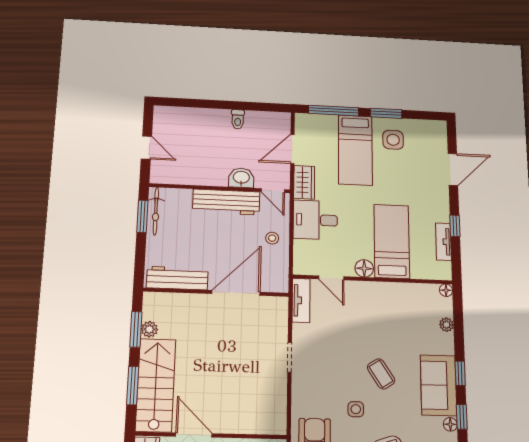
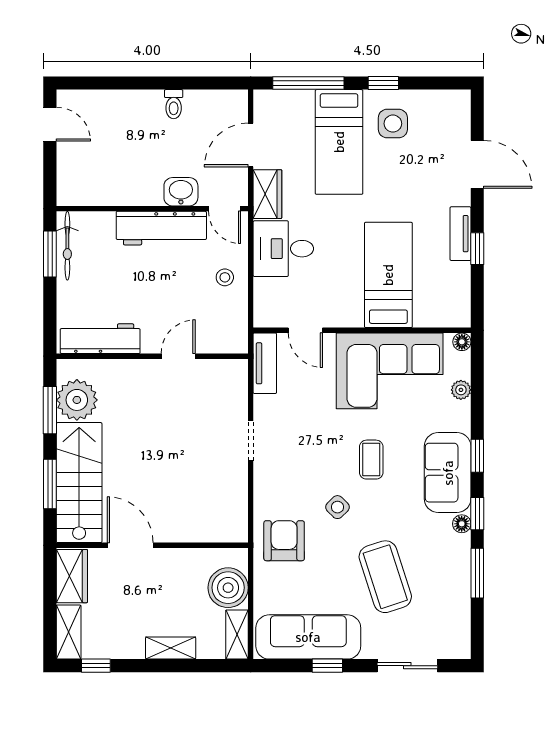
window: (386, 113) -> (383, 83), width x0.67
door: (146, 148) -> (50, 124), moved
door: (453, 169) -> (477, 164), hinge flipped
tv unit: (443, 242) -> (460, 234), moved
floor lamp: (364, 268) -> (350, 315), removed
door: (236, 293) -> (178, 356), width x0.53
corner sofa: (394, 309) -> (390, 371), added
plant: (149, 329) -> (77, 400), width x1.88, depth x1.88
coffee table: (381, 374) -> (371, 460), turned 33
side table: (356, 409) -> (337, 507), turned 45

